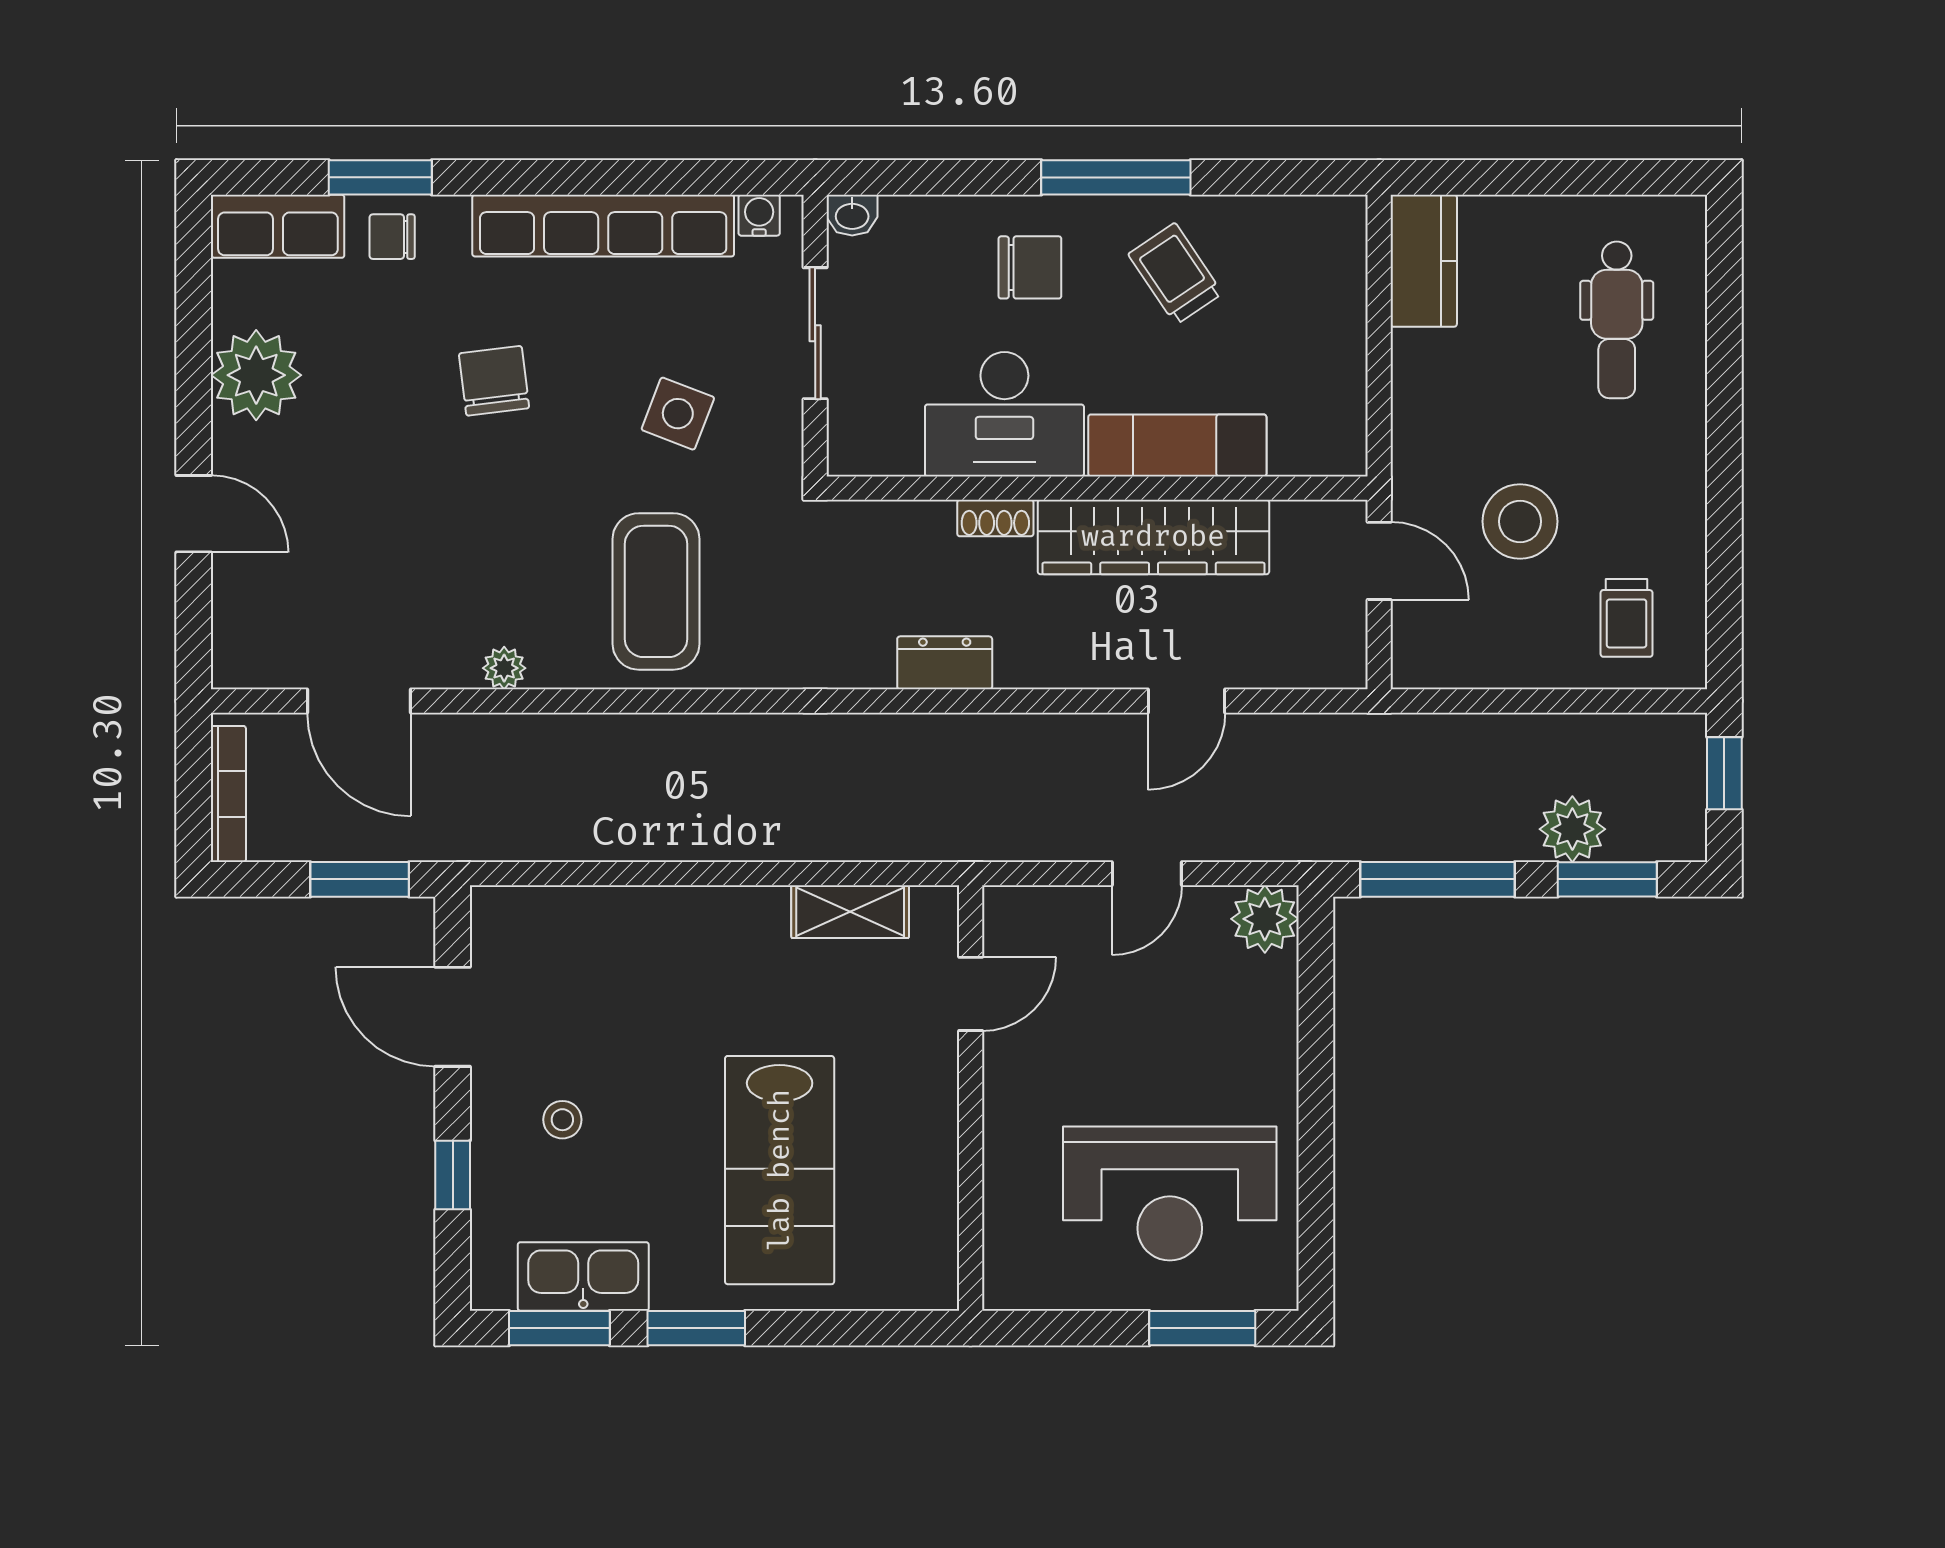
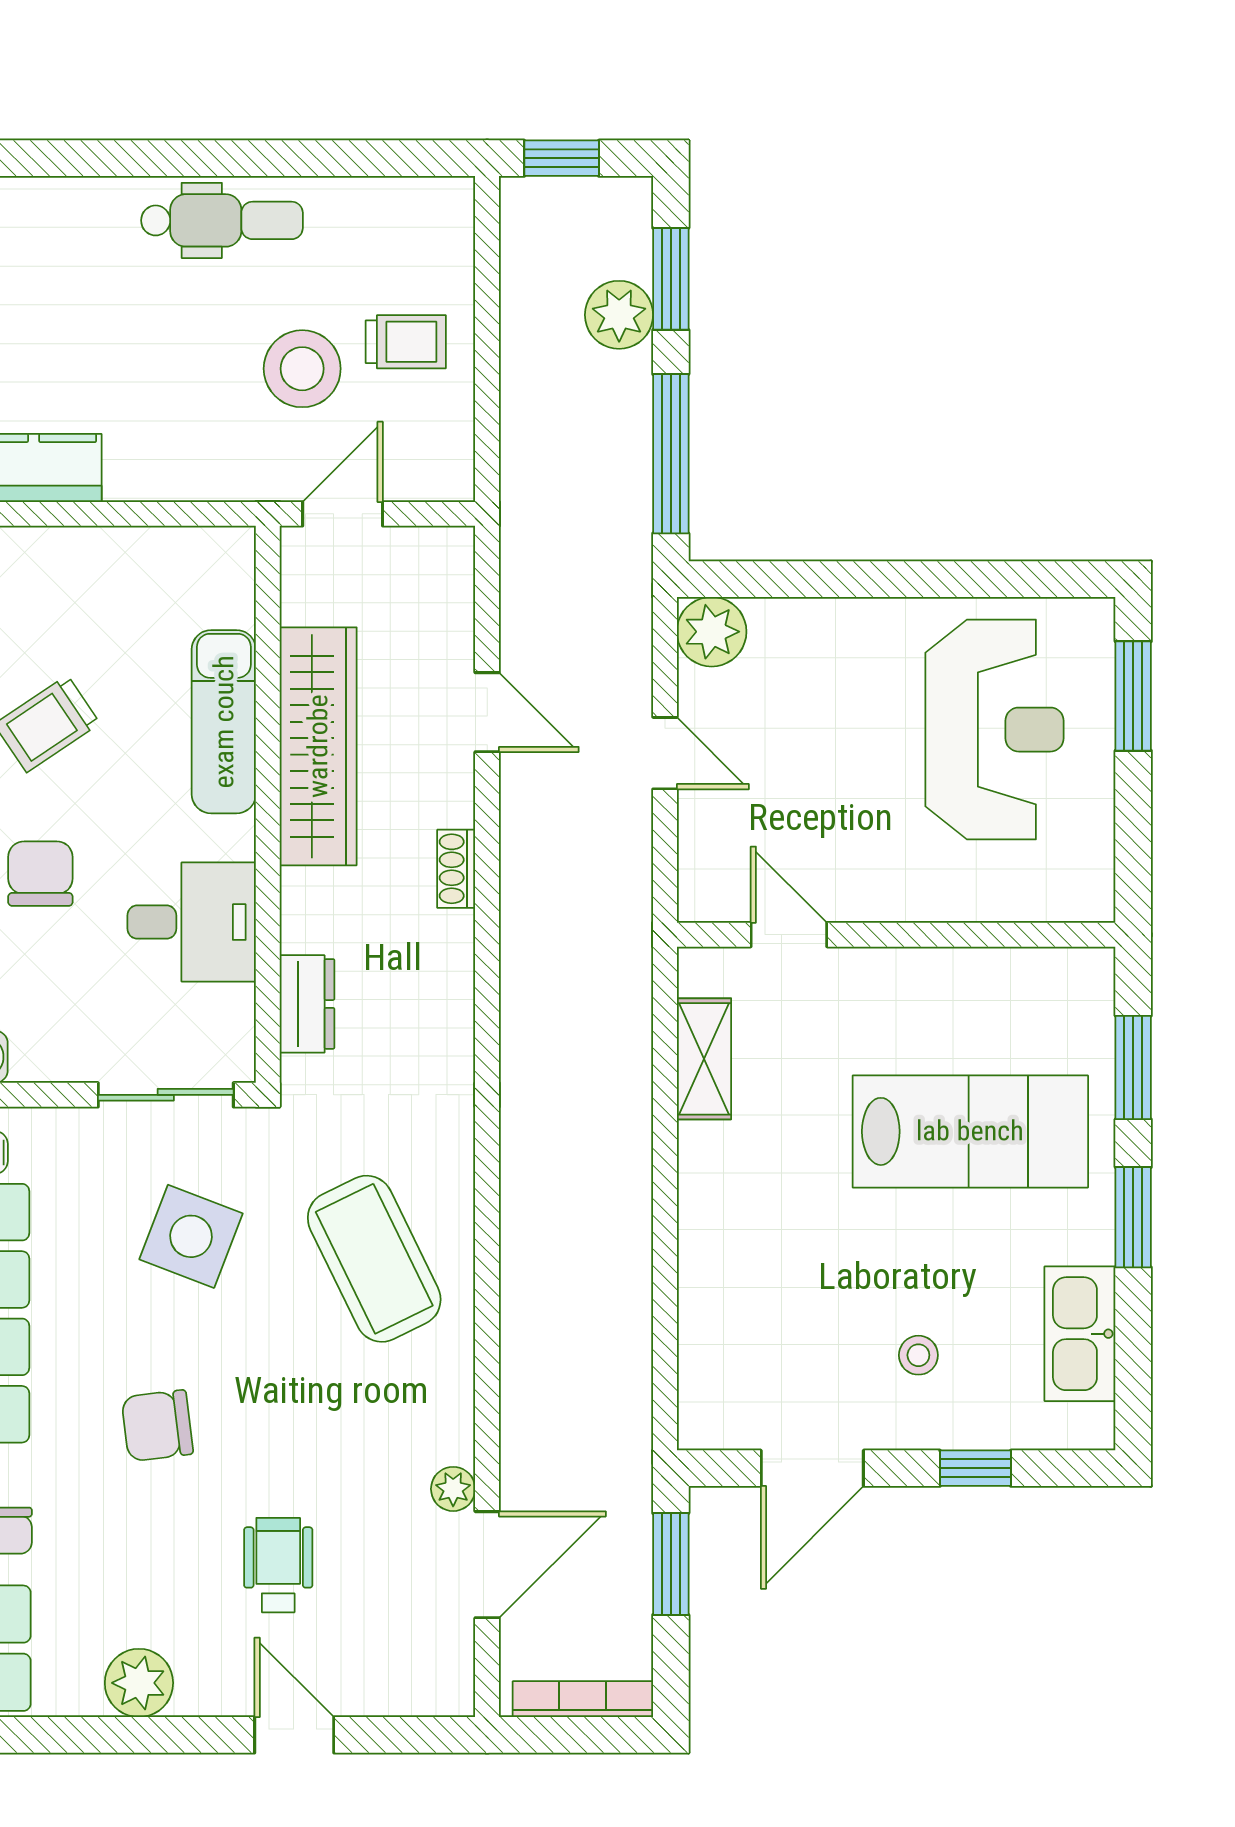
dental chair: (1617, 320) -> (222, 220), moved
sliding door: (815, 333) -> (166, 1095), moved
plant: (256, 375) -> (139, 1683), width x0.73, depth x0.73
side table: (678, 414) -> (191, 1236), width x1.37, depth x1.37
desk: (1004, 414) -> (192, 922), width x0.73
wheelchair: (359, 498) -> (278, 1565), added
door: (194, 514) -> (294, 1735), hinge flipped
shoe rack: (995, 518) -> (456, 869), moved, turned 180
coffee table: (656, 591) -> (374, 1259), turned 64
trolley: (1627, 618) -> (406, 342), moved
dresser: (945, 663) -> (307, 1004), moved, turned 180
plant: (504, 668) -> (453, 1489), moved
window: (559, 1328) -> (1133, 1068), moved

